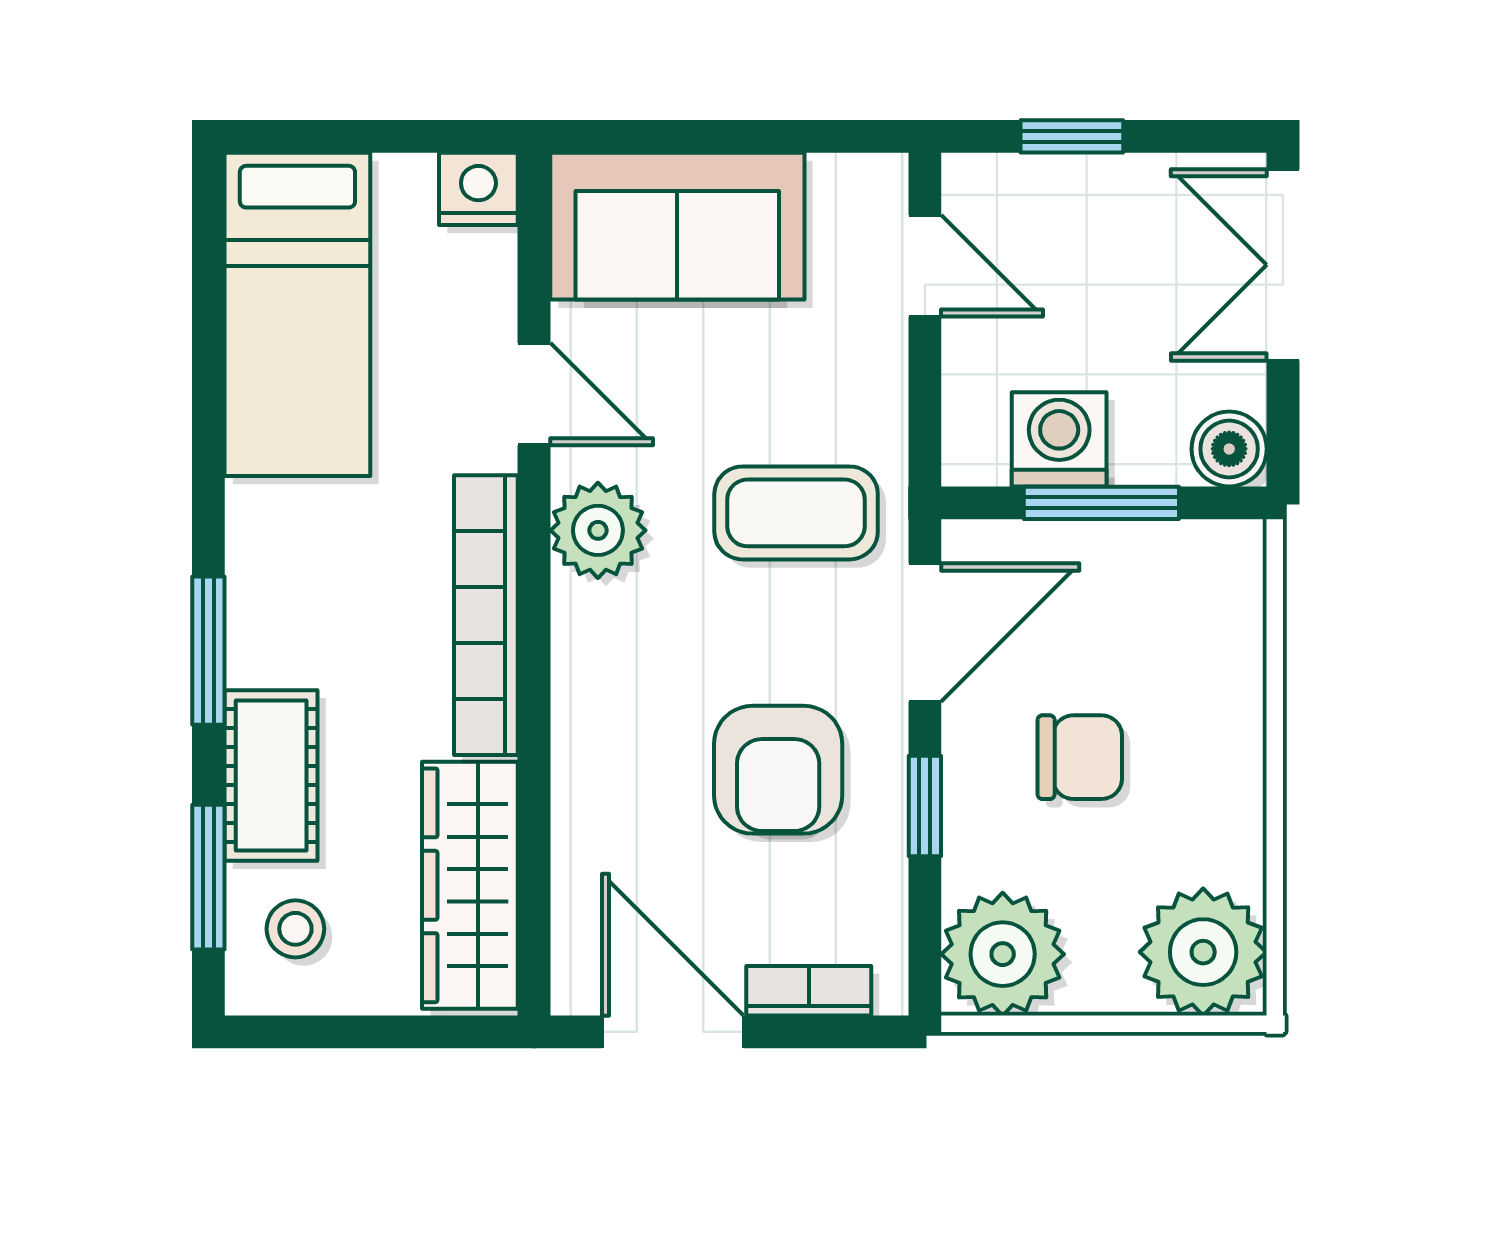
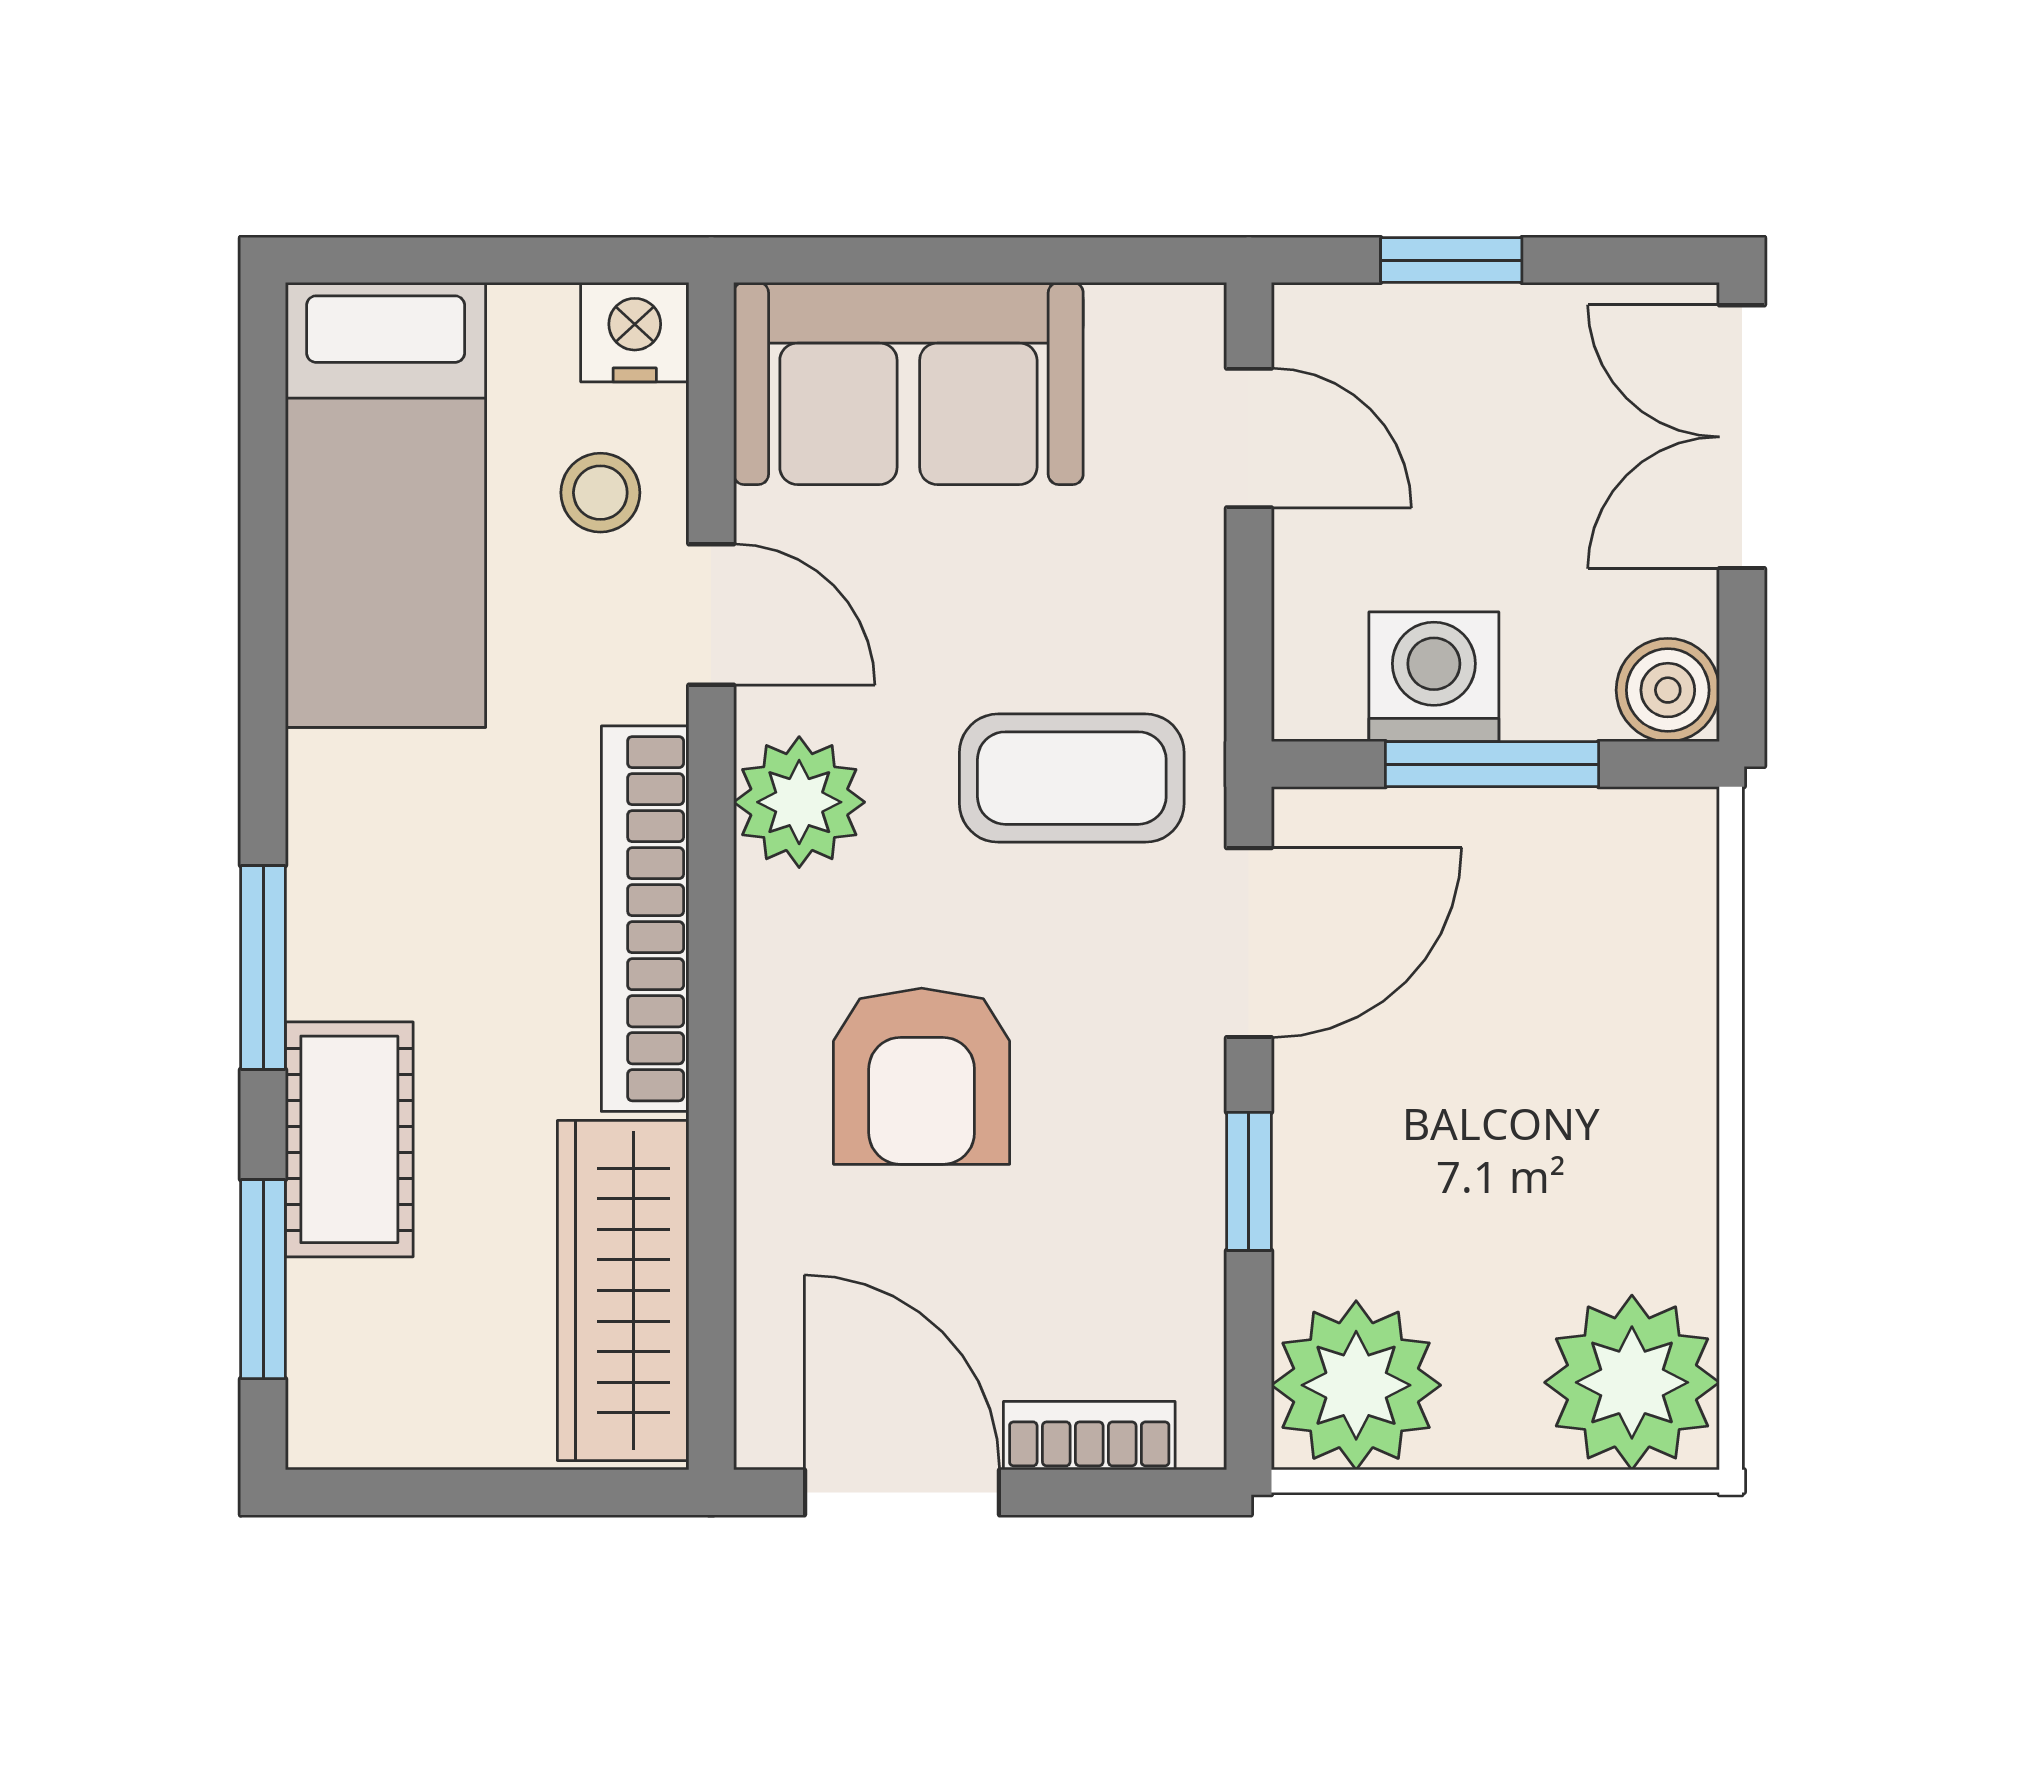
chair: (1080, 757) -> (1462, 1114), removed
armchair: (778, 770) -> (922, 1076), moved
stool: (295, 929) -> (600, 493), moved

